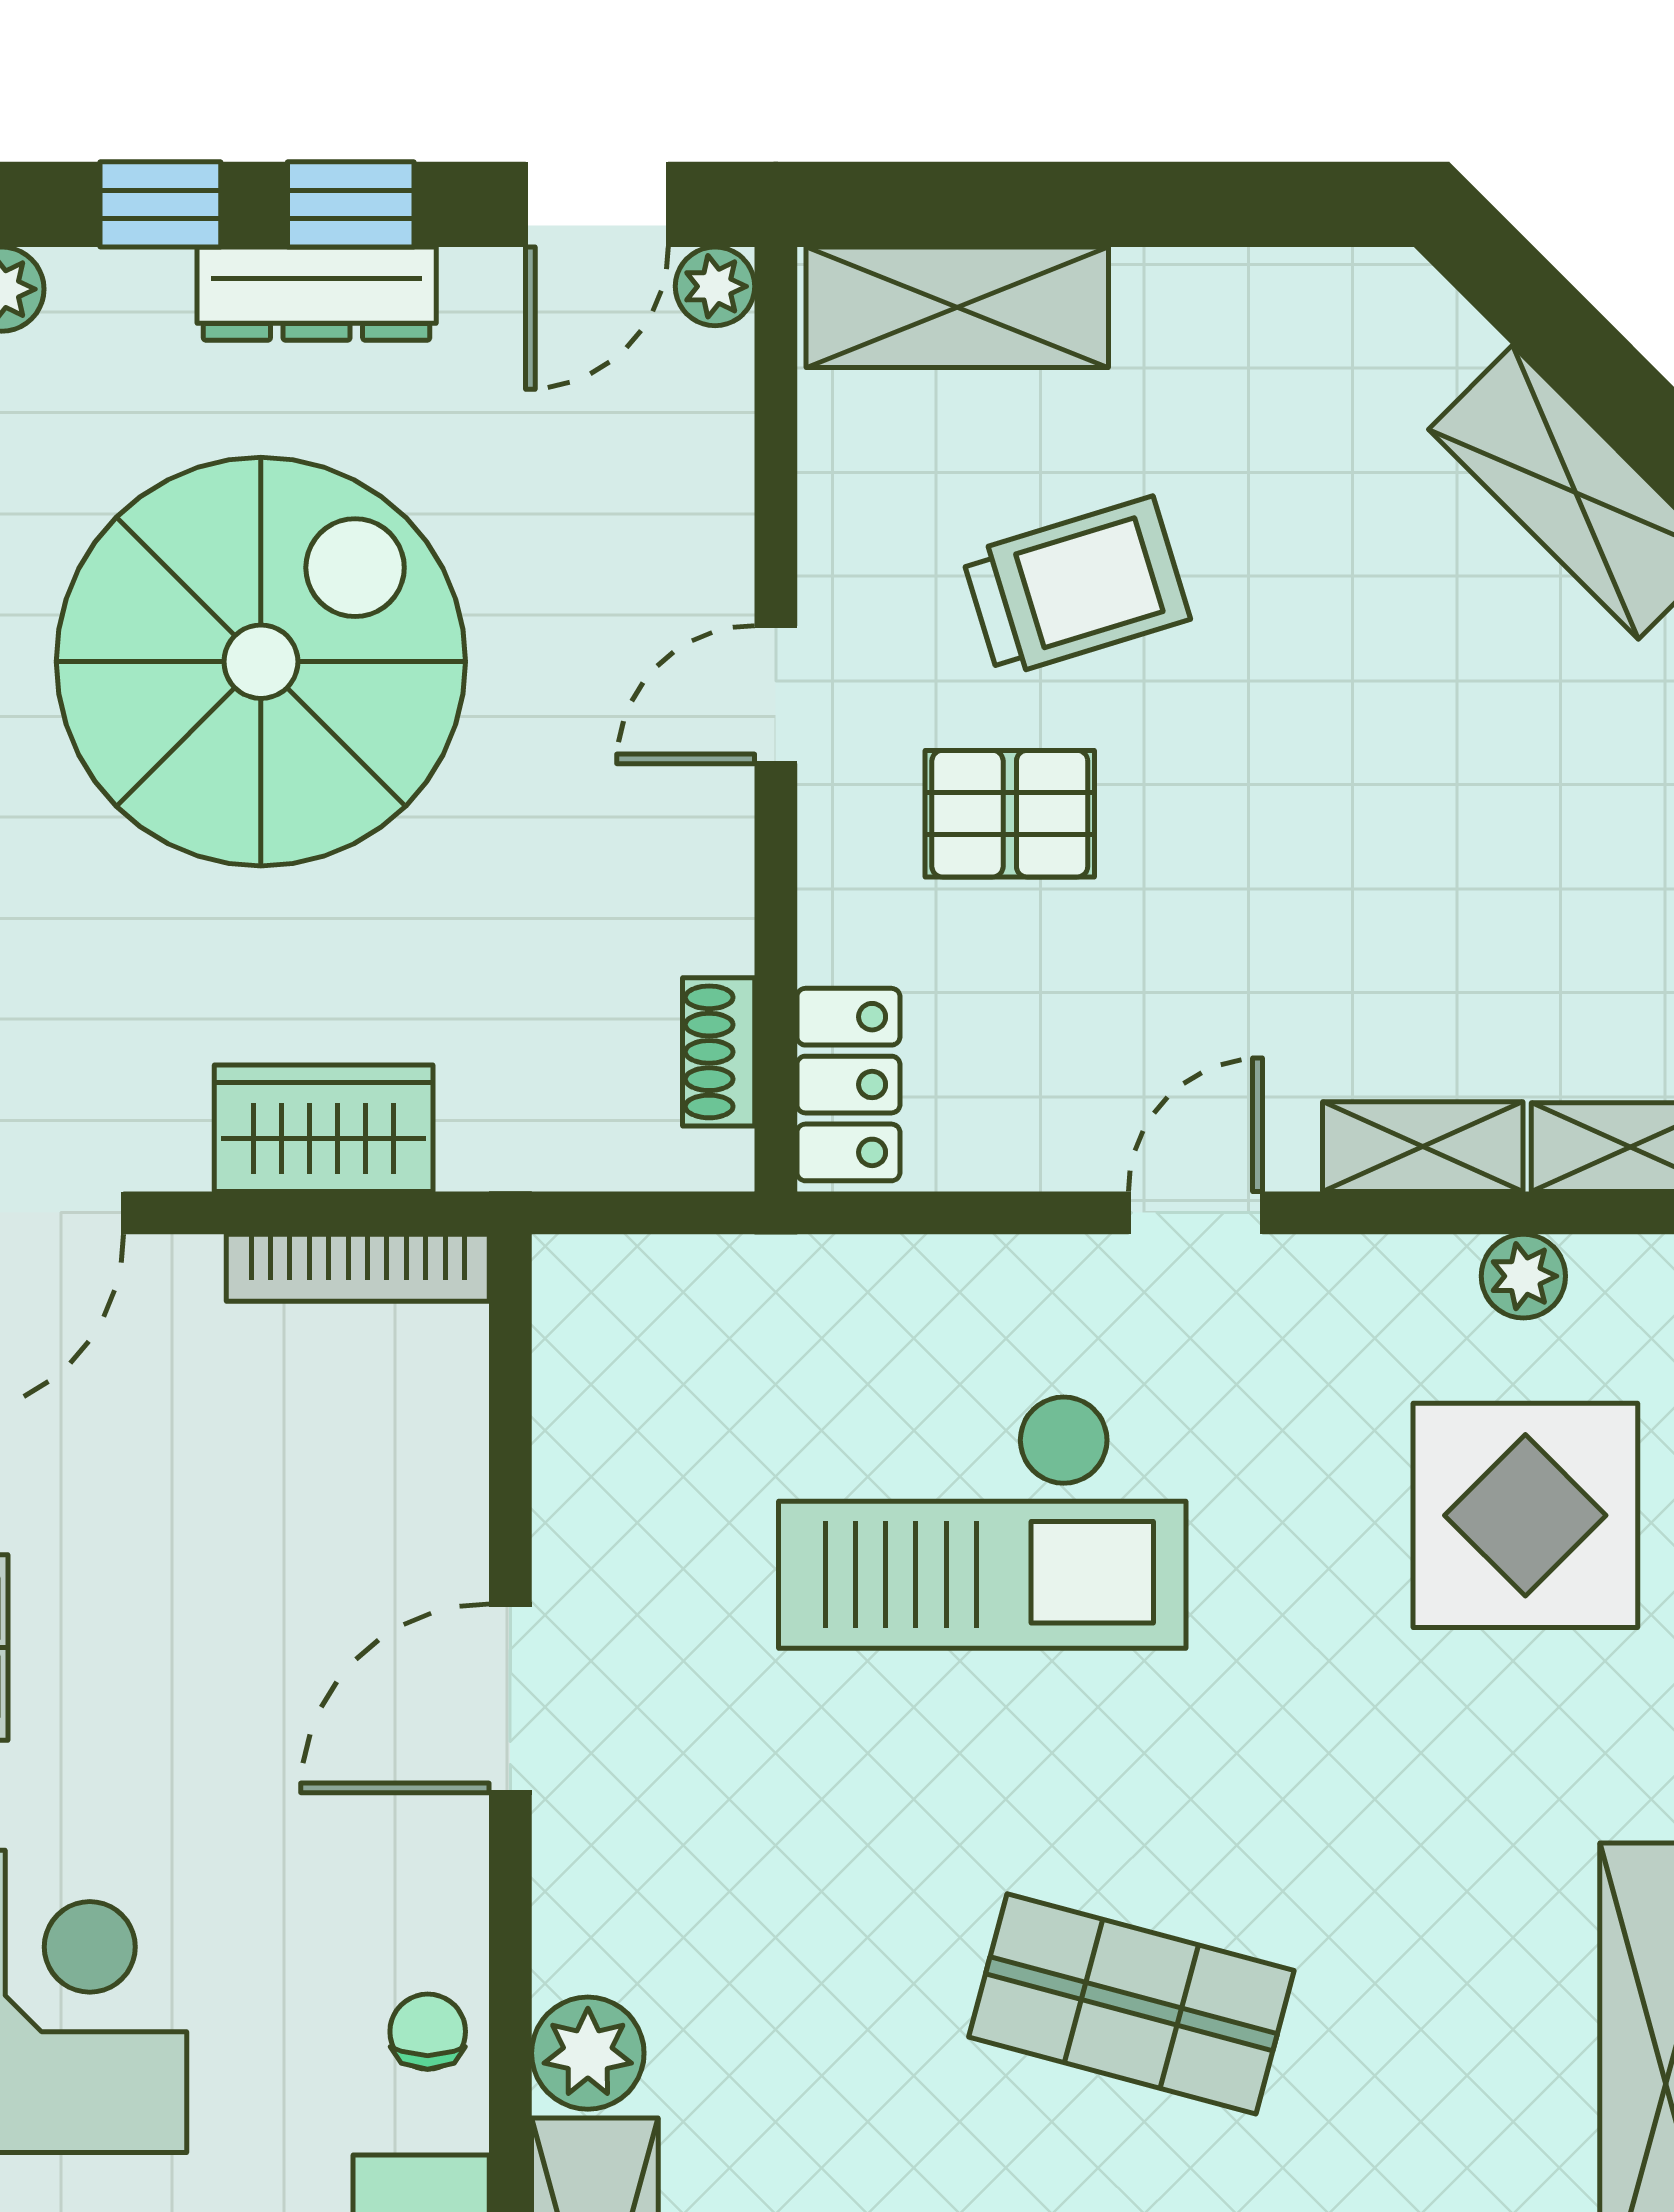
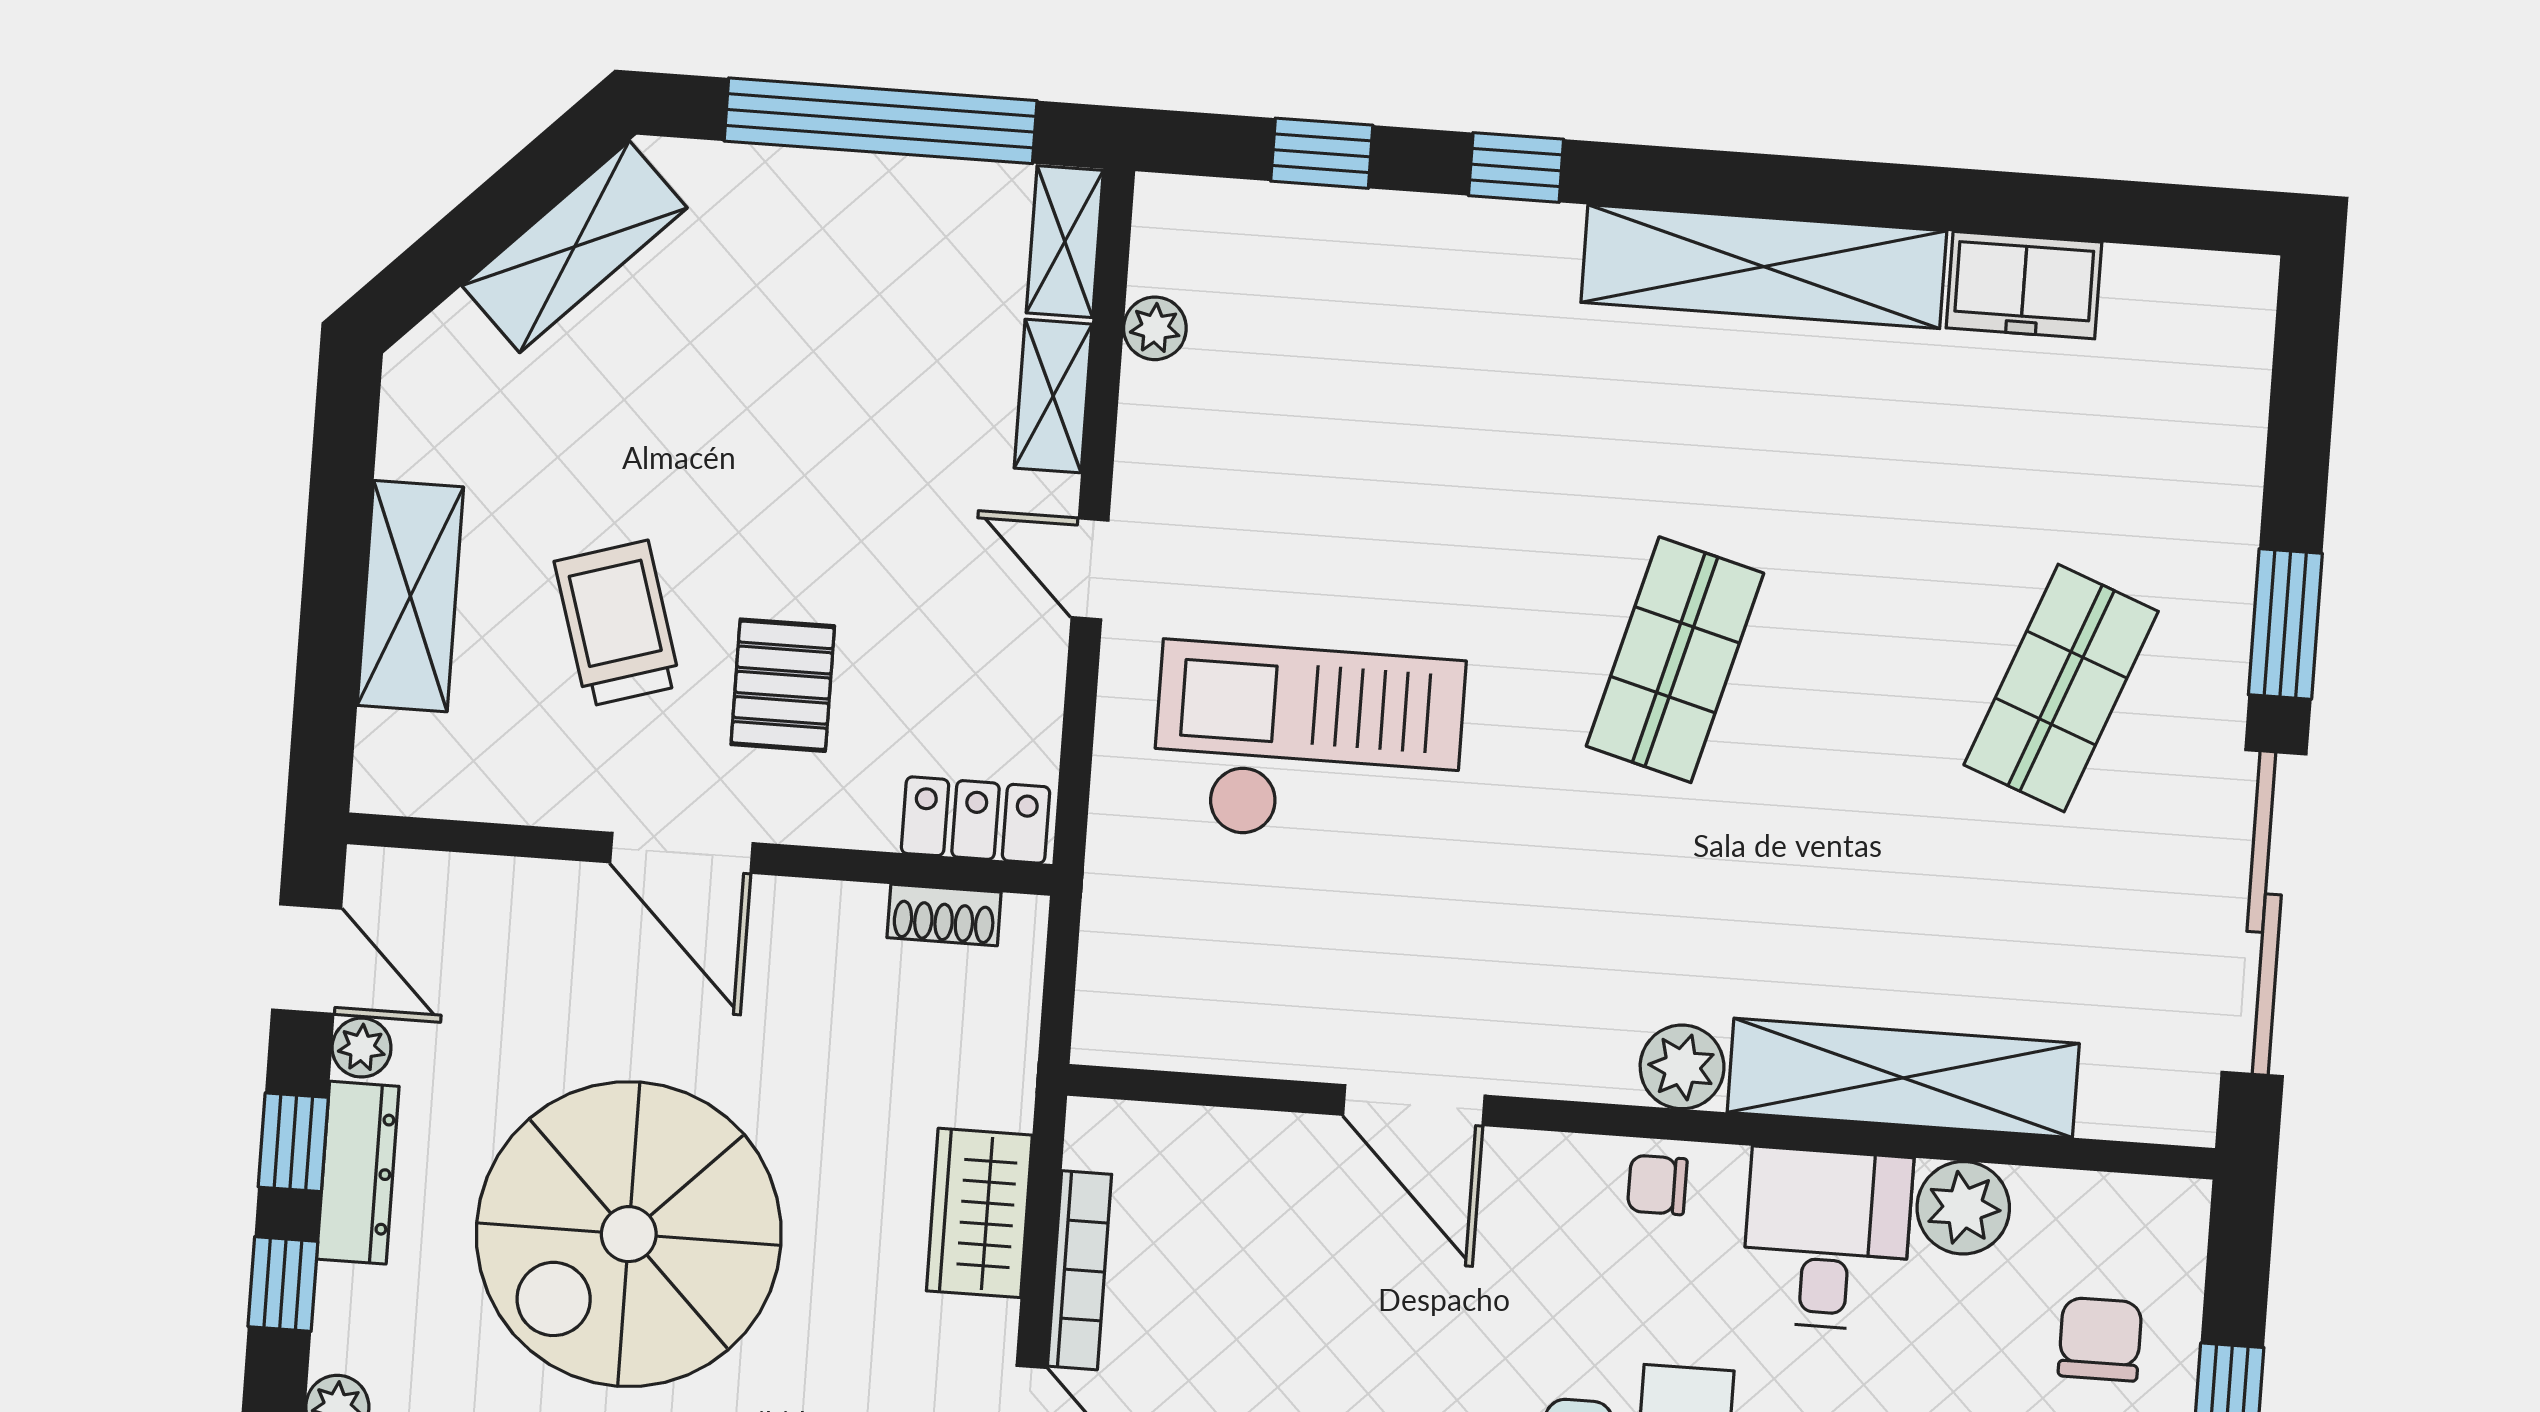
plant: (715, 286) -> (362, 1048), moved
shelving: (957, 307) -> (410, 596), moved
spiral stairs: (261, 662) -> (629, 1234), turned -90
door: (776, 695) -> (681, 853), width x1.37
bookcase: (358, 1268) -> (1079, 1270), moved
display table: (1525, 1515) -> (1333, 340), removed
checkout: (982, 1521) -> (1308, 744), turned -90

